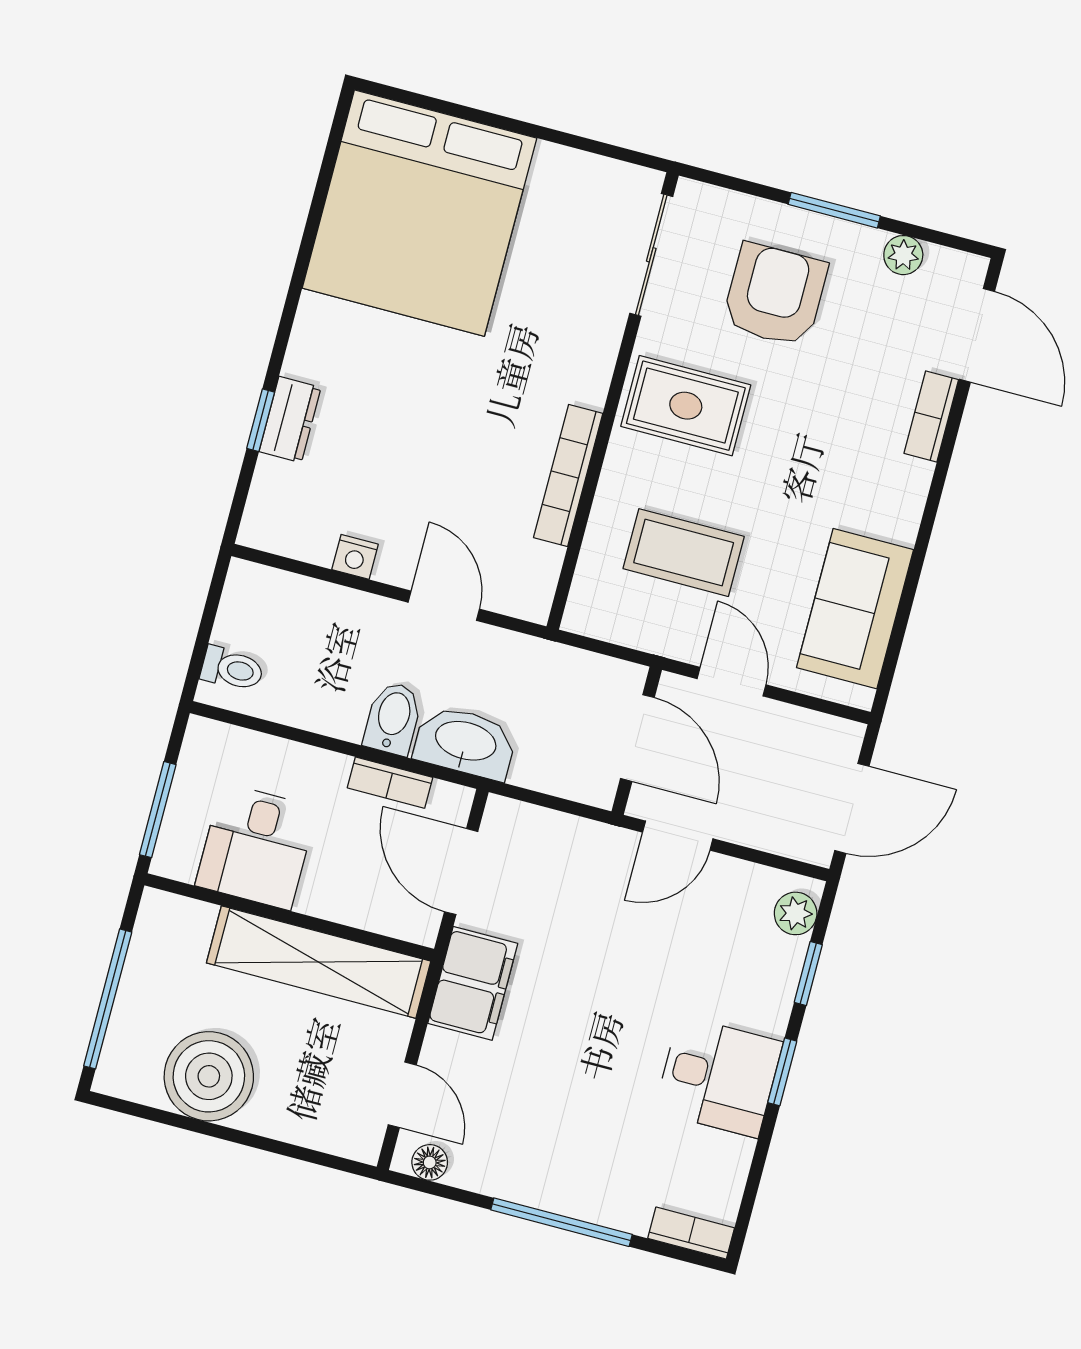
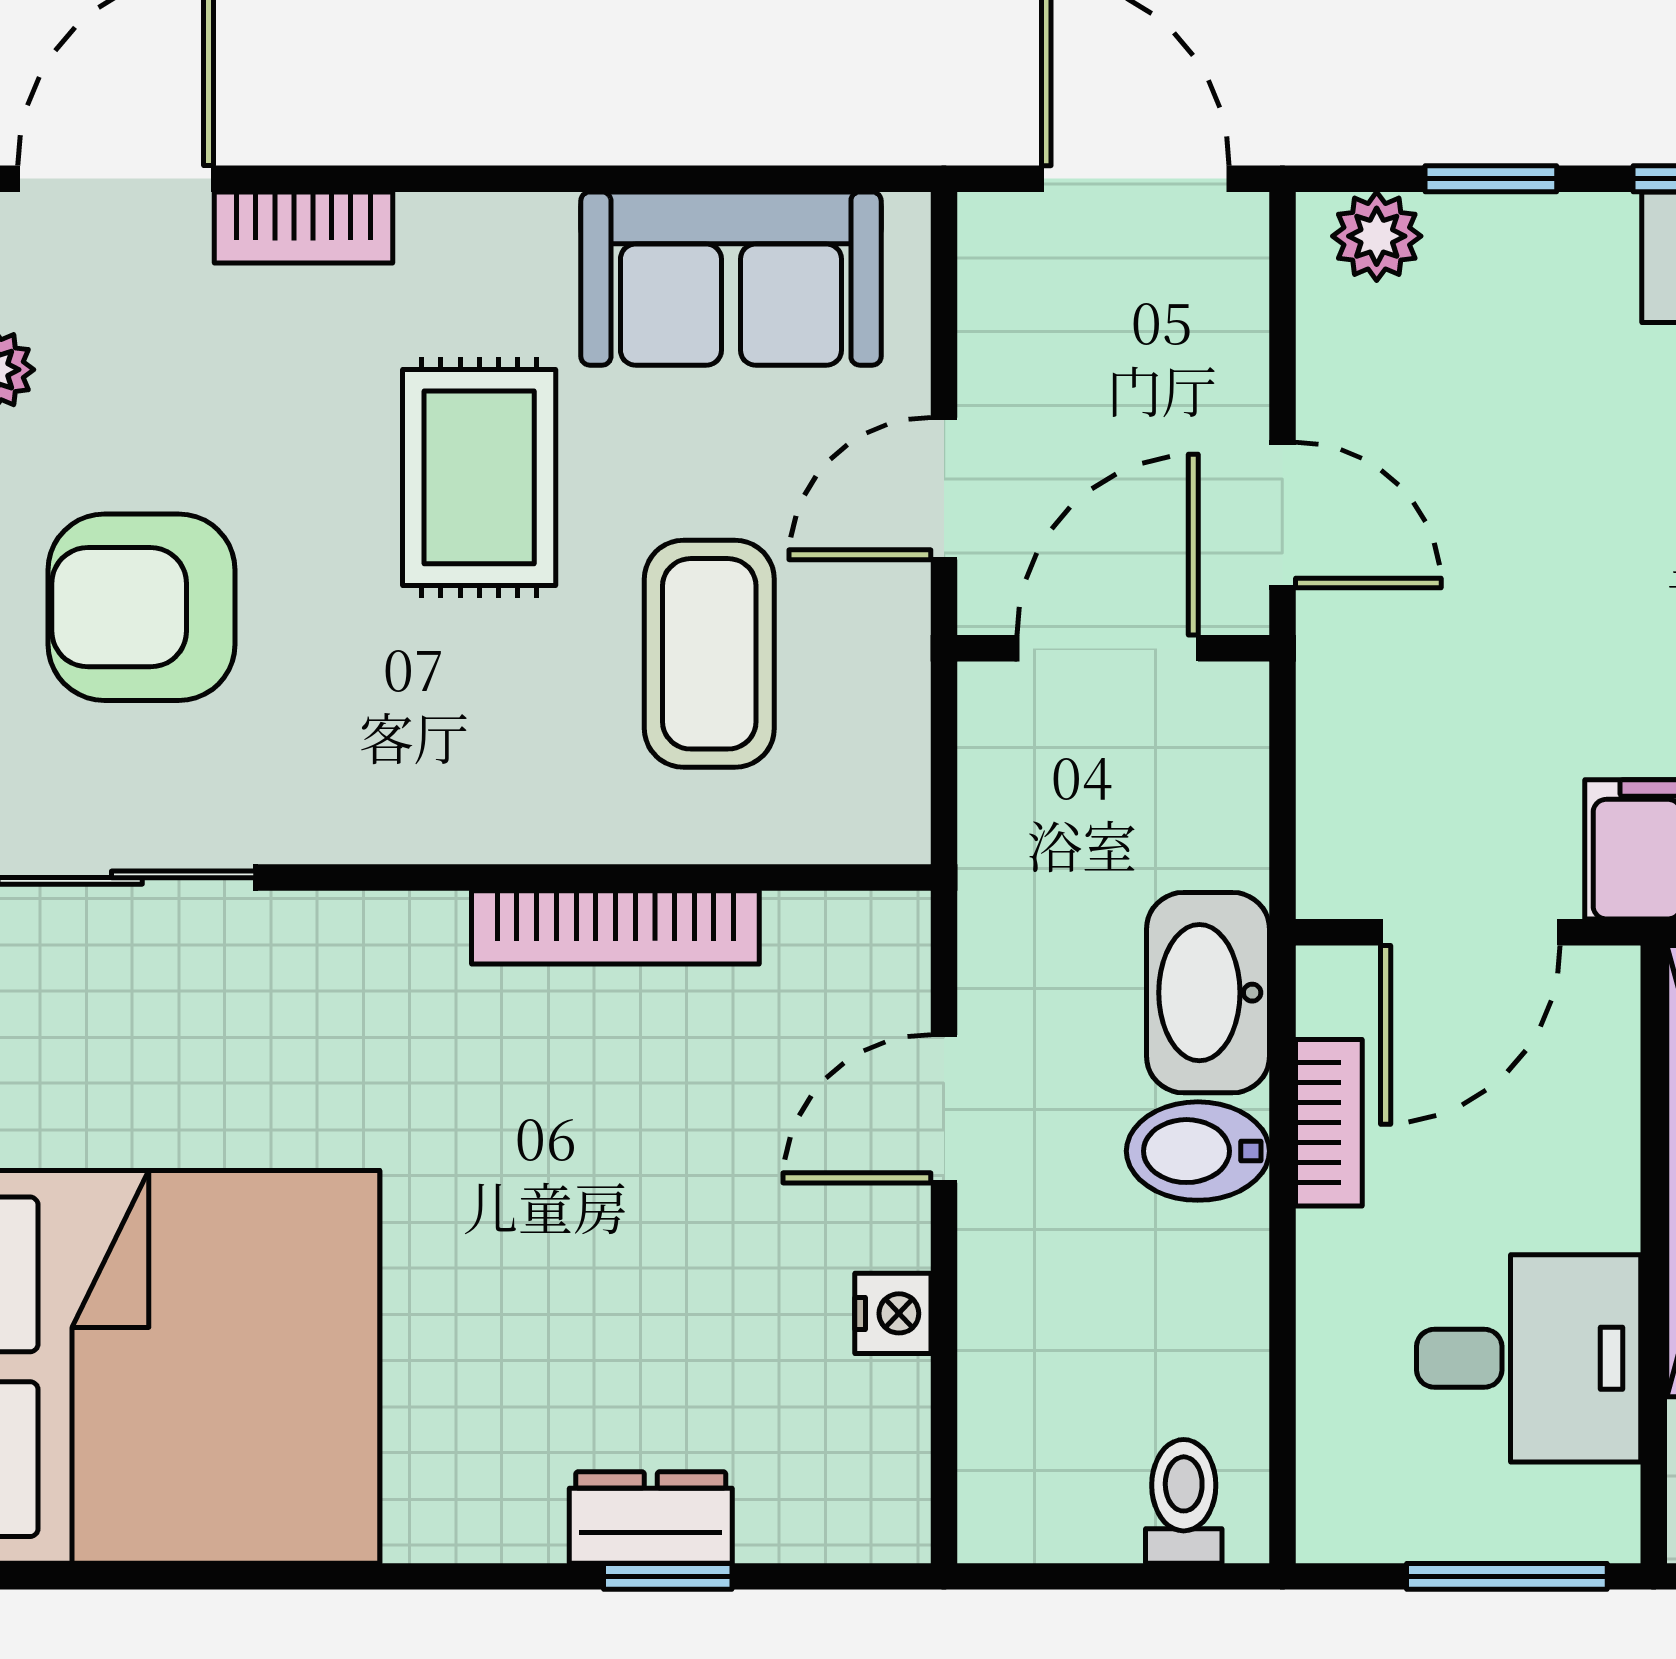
rug: (686, 406) -> (479, 477), moved

